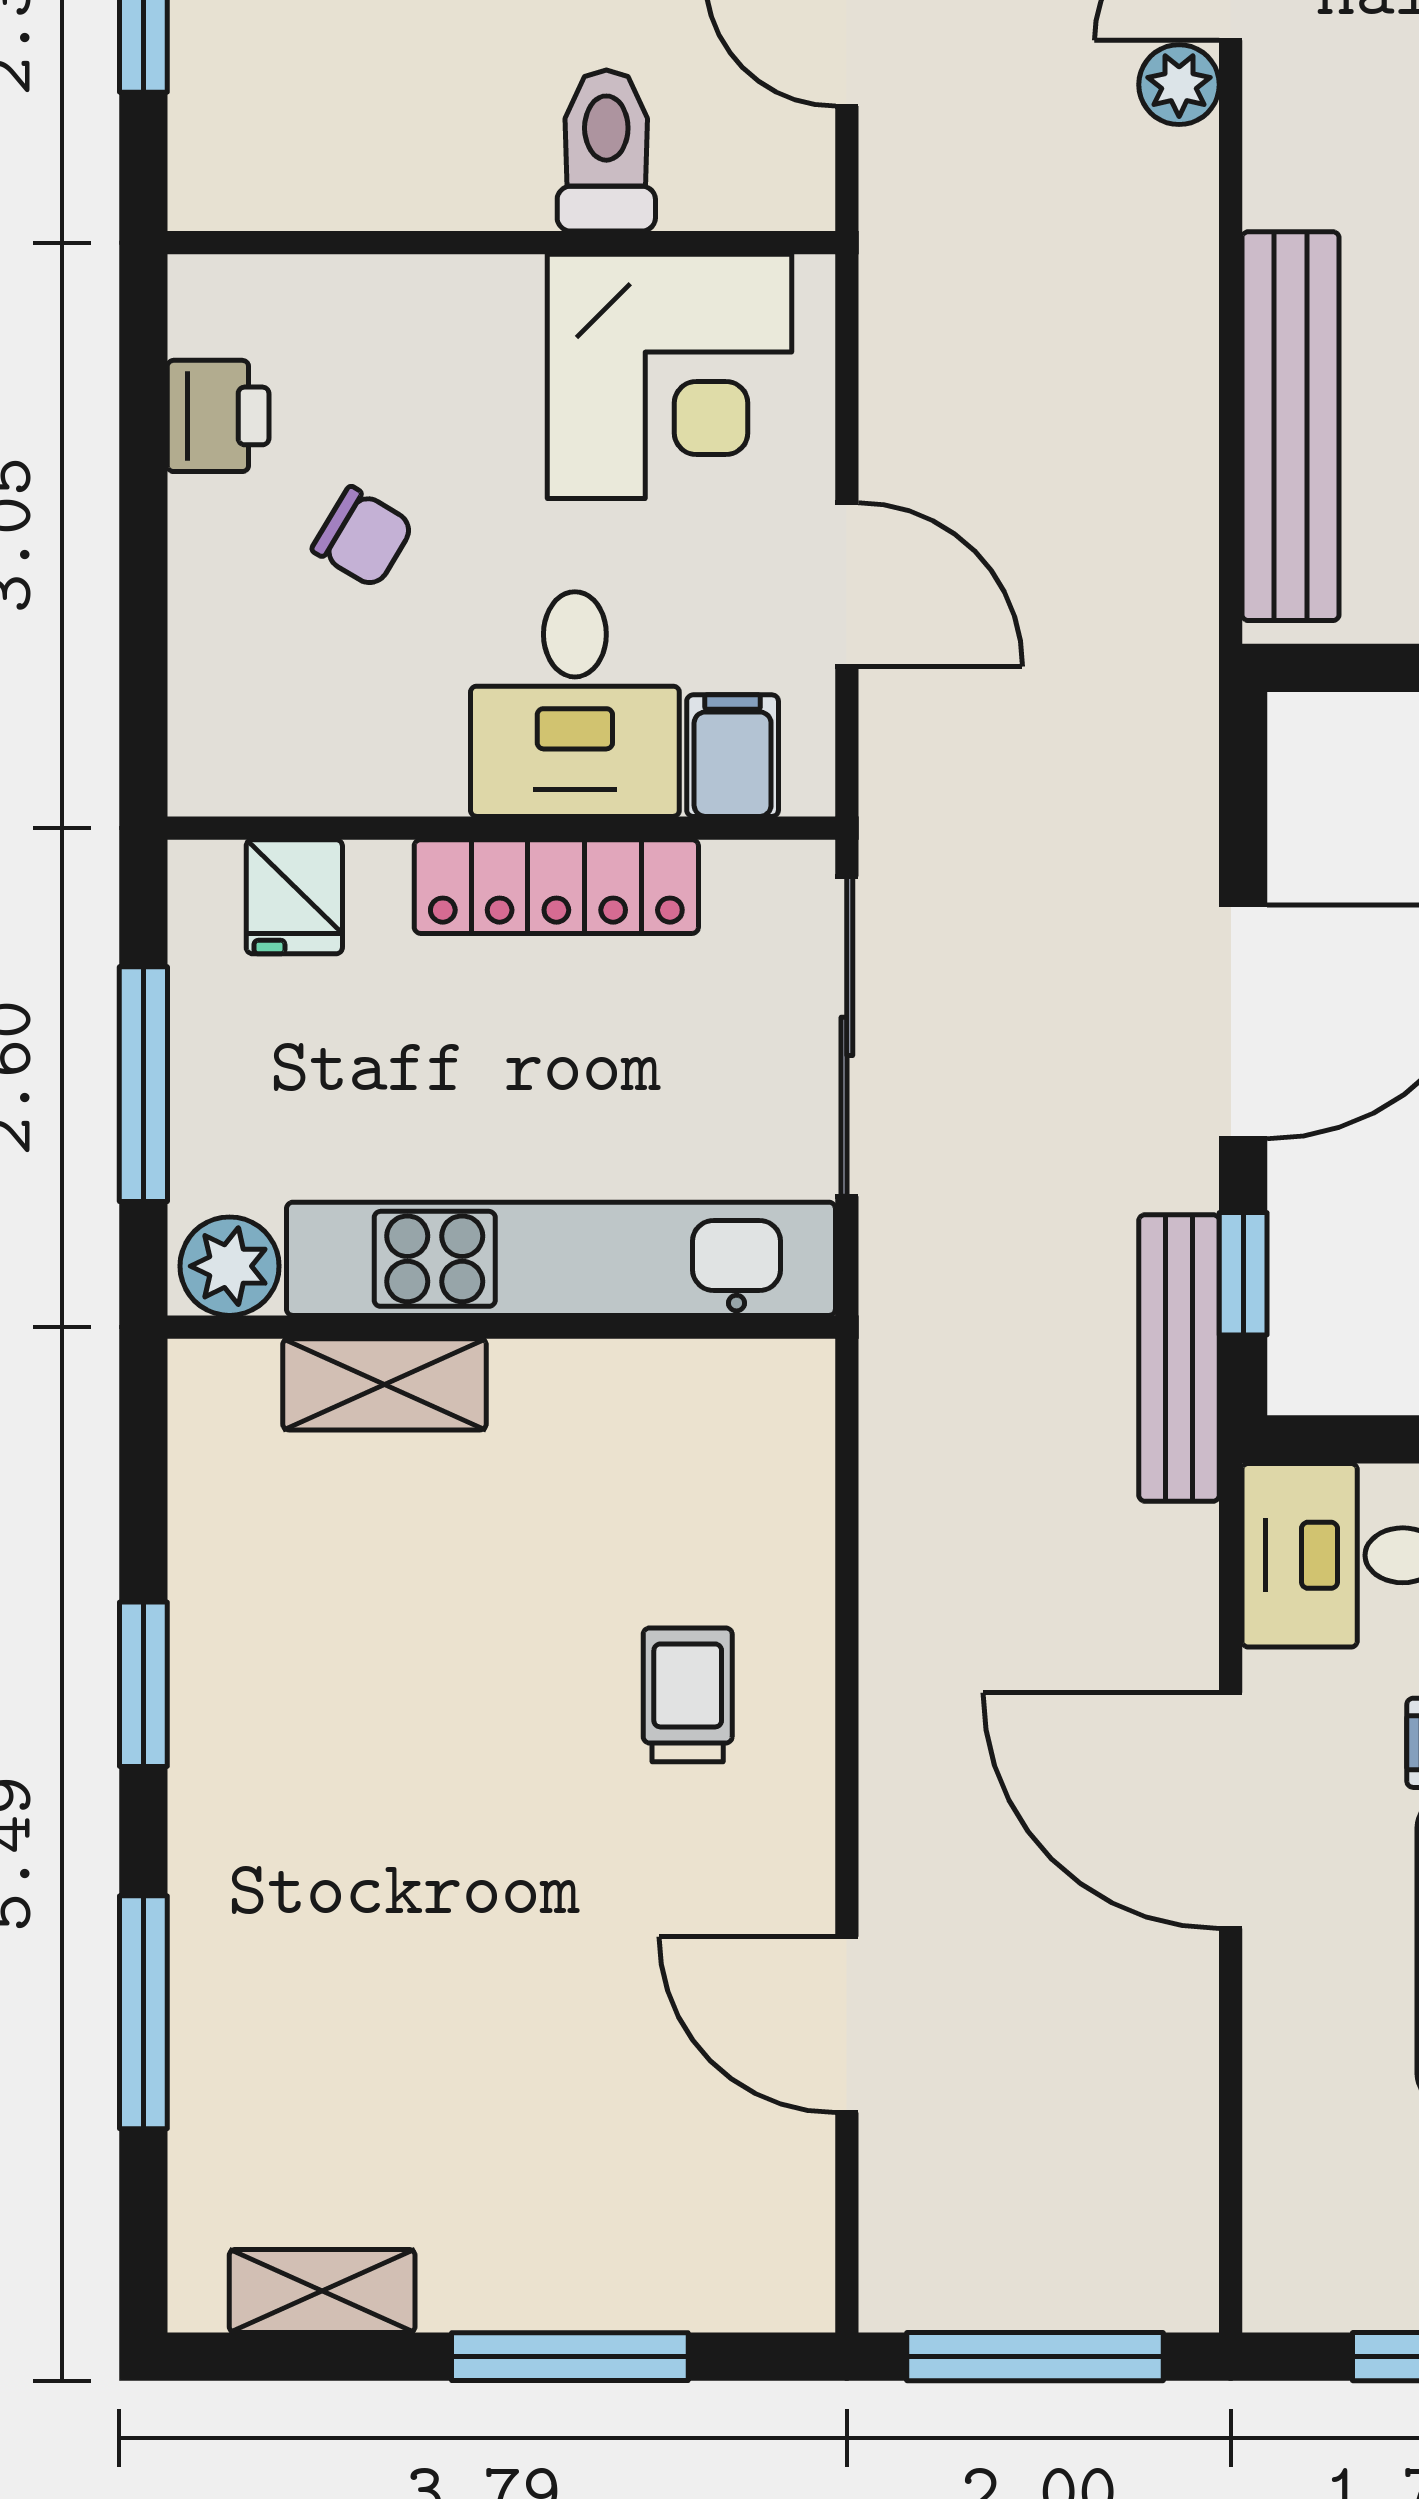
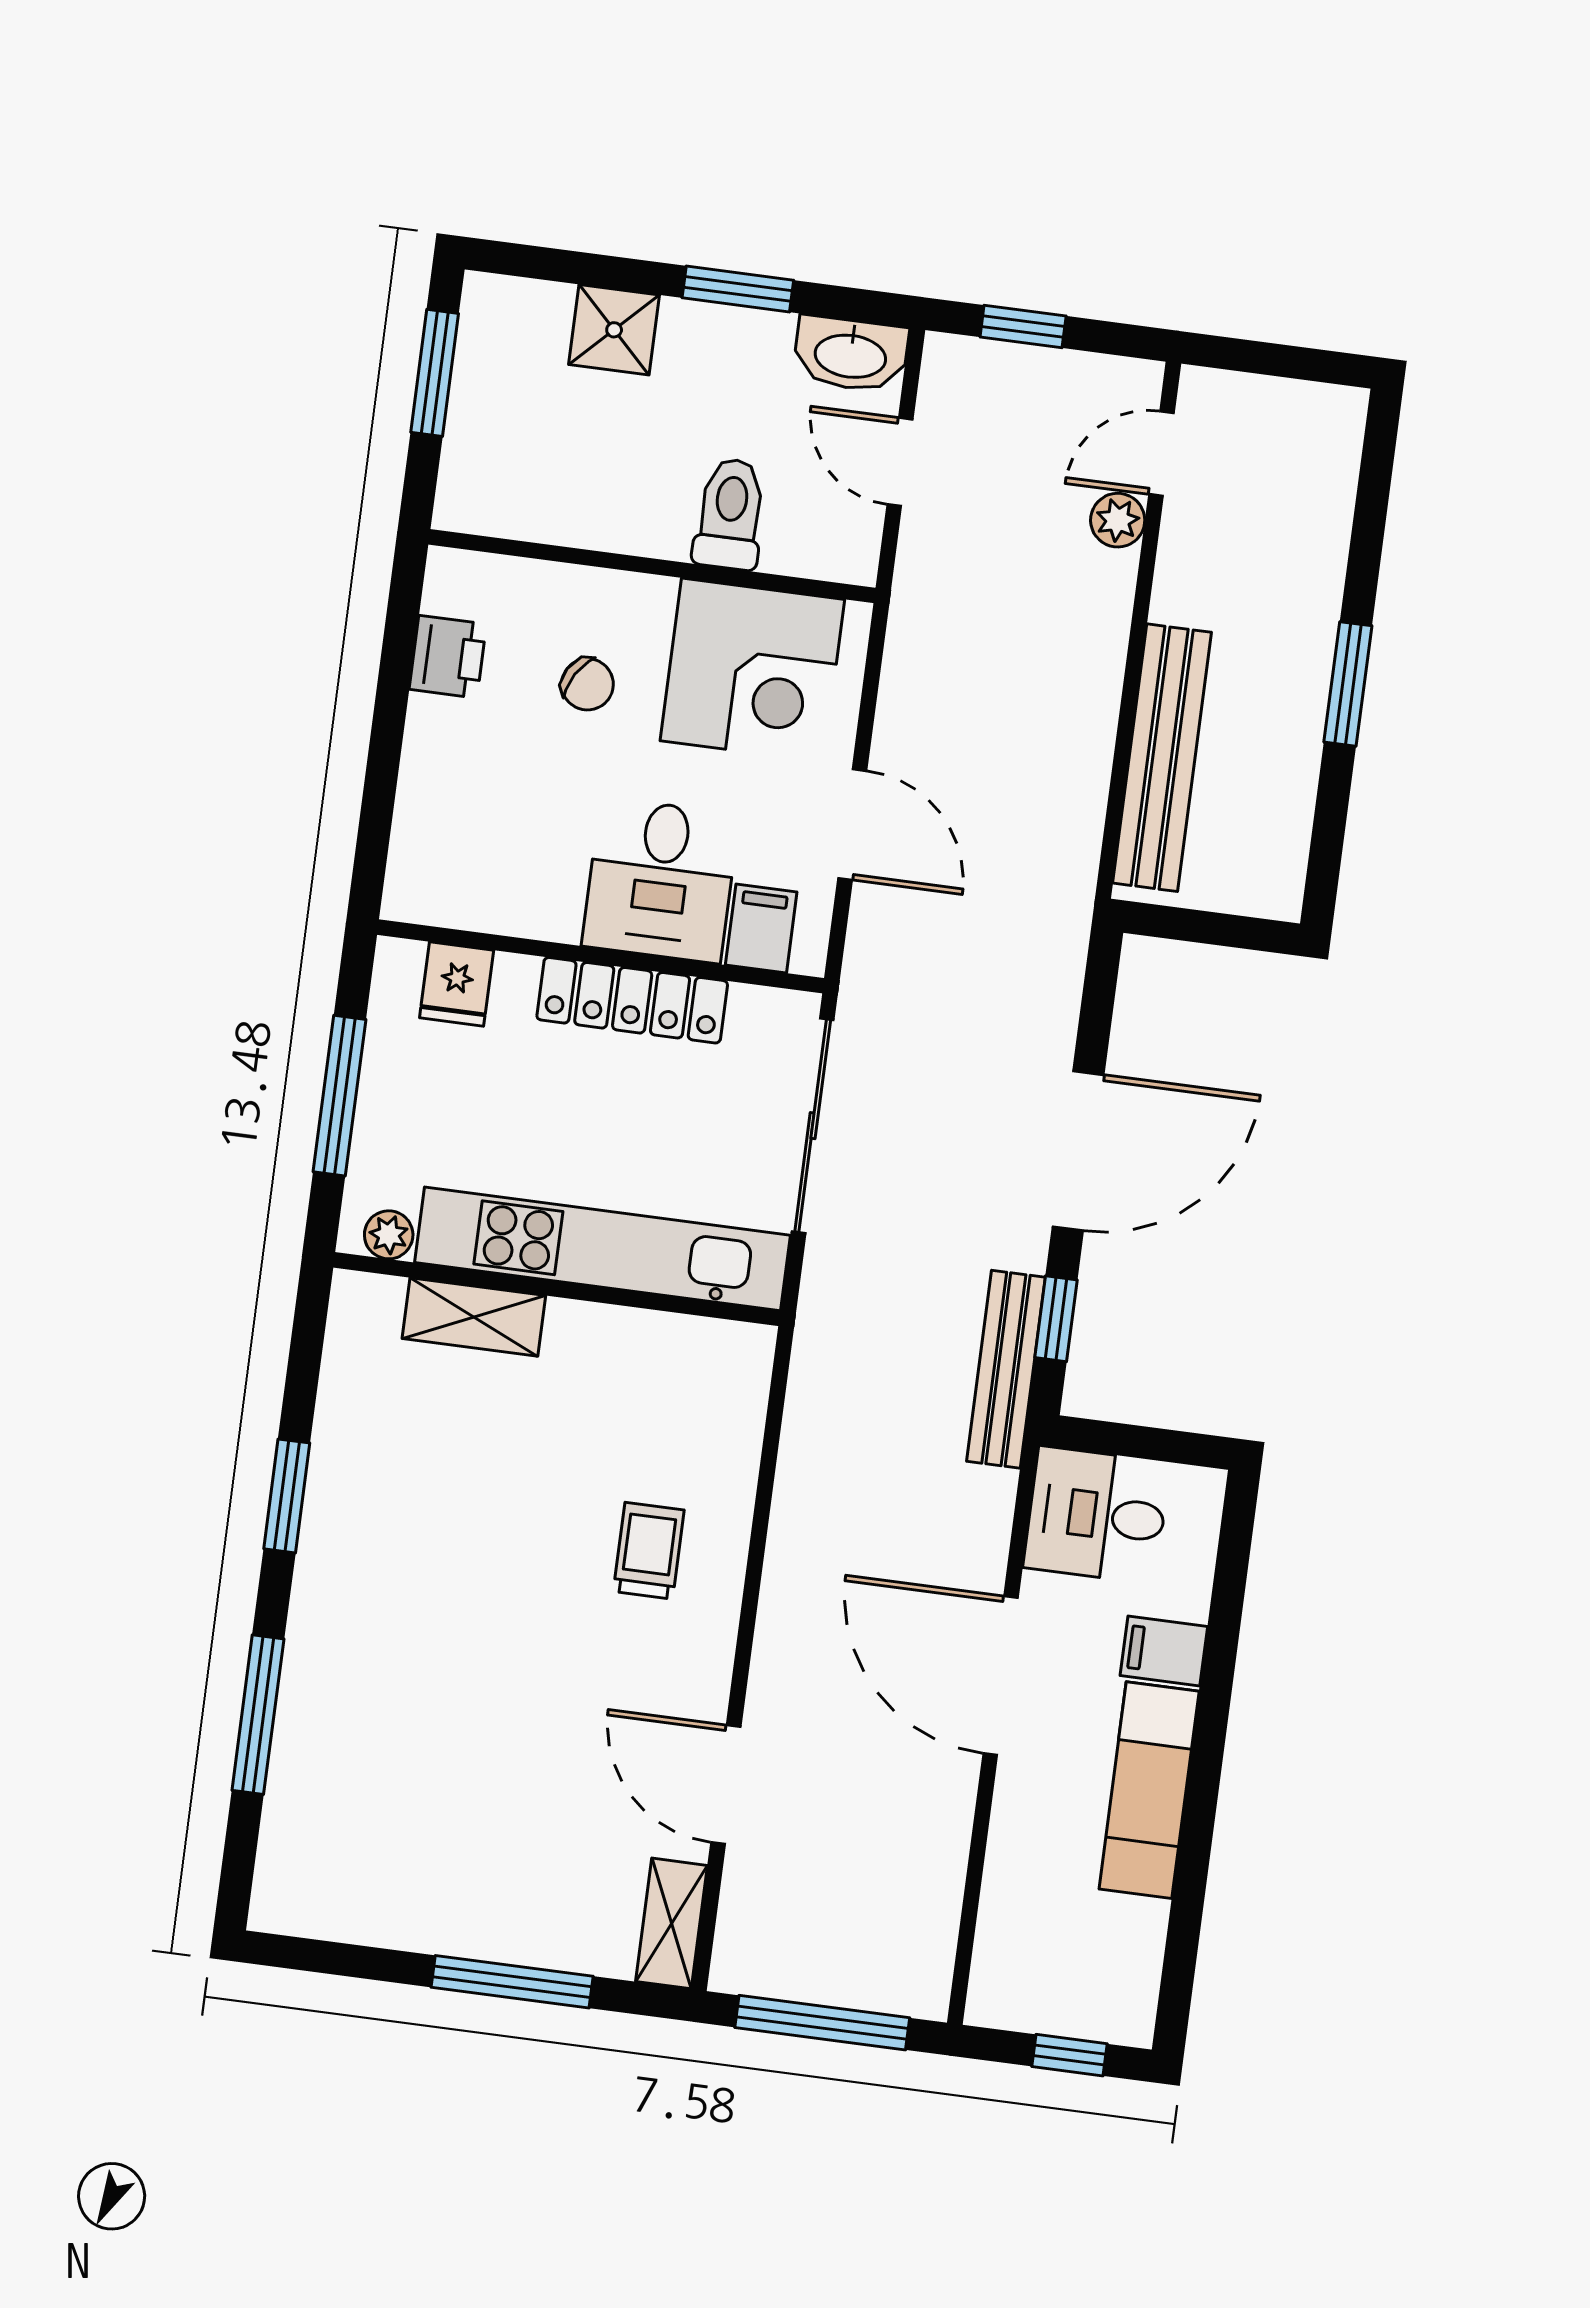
chair: (363, 537) -> (587, 684), moved
plant: (230, 1266) -> (389, 1235), width x0.73, depth x0.73
shelving: (322, 2291) -> (671, 1923), moved, turned 90

